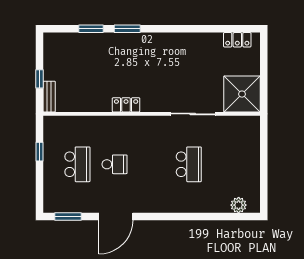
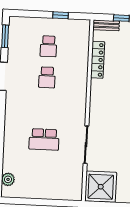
locker: (126, 105) -> (98, 60), moved, width x1.53
school desk: (77, 164) -> (48, 46), width x0.54

